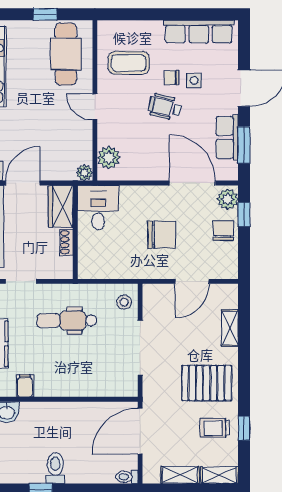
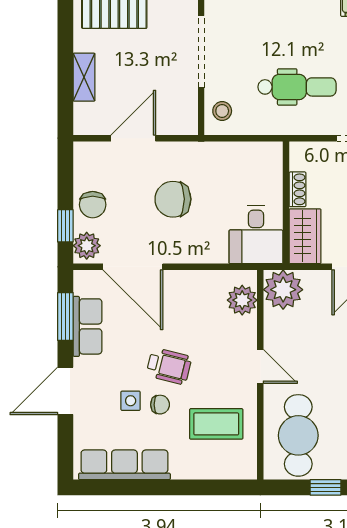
plant: (84, 173) -> (283, 290), width x1.87, depth x1.87

